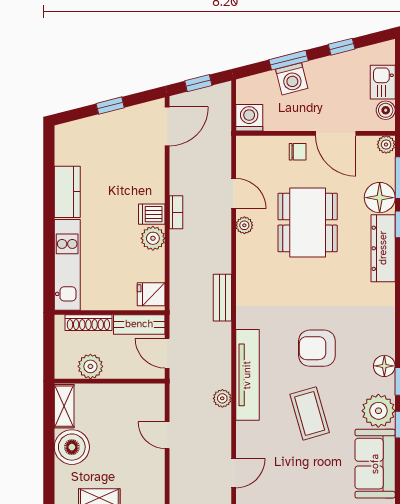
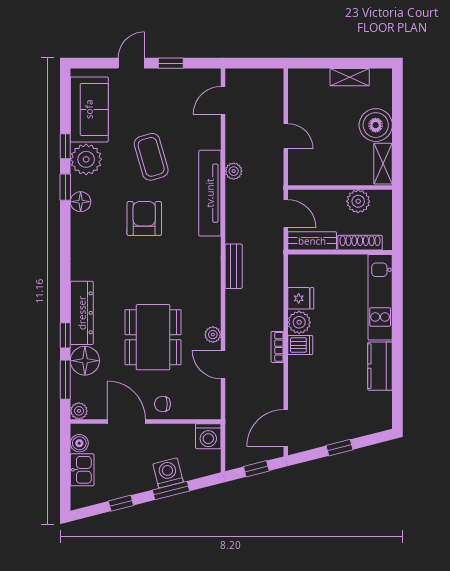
fridge: (151, 294) -> (301, 298), moved
armchair: (317, 348) -> (144, 218), turned -90

